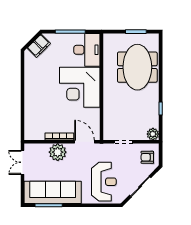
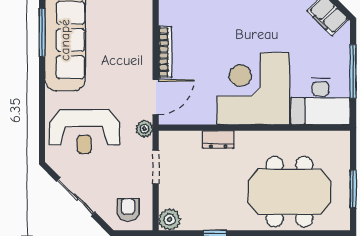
dresser: (108, 107) -> (218, 139), added
plant: (58, 152) -> (144, 129), moved, width x0.53, depth x0.53

